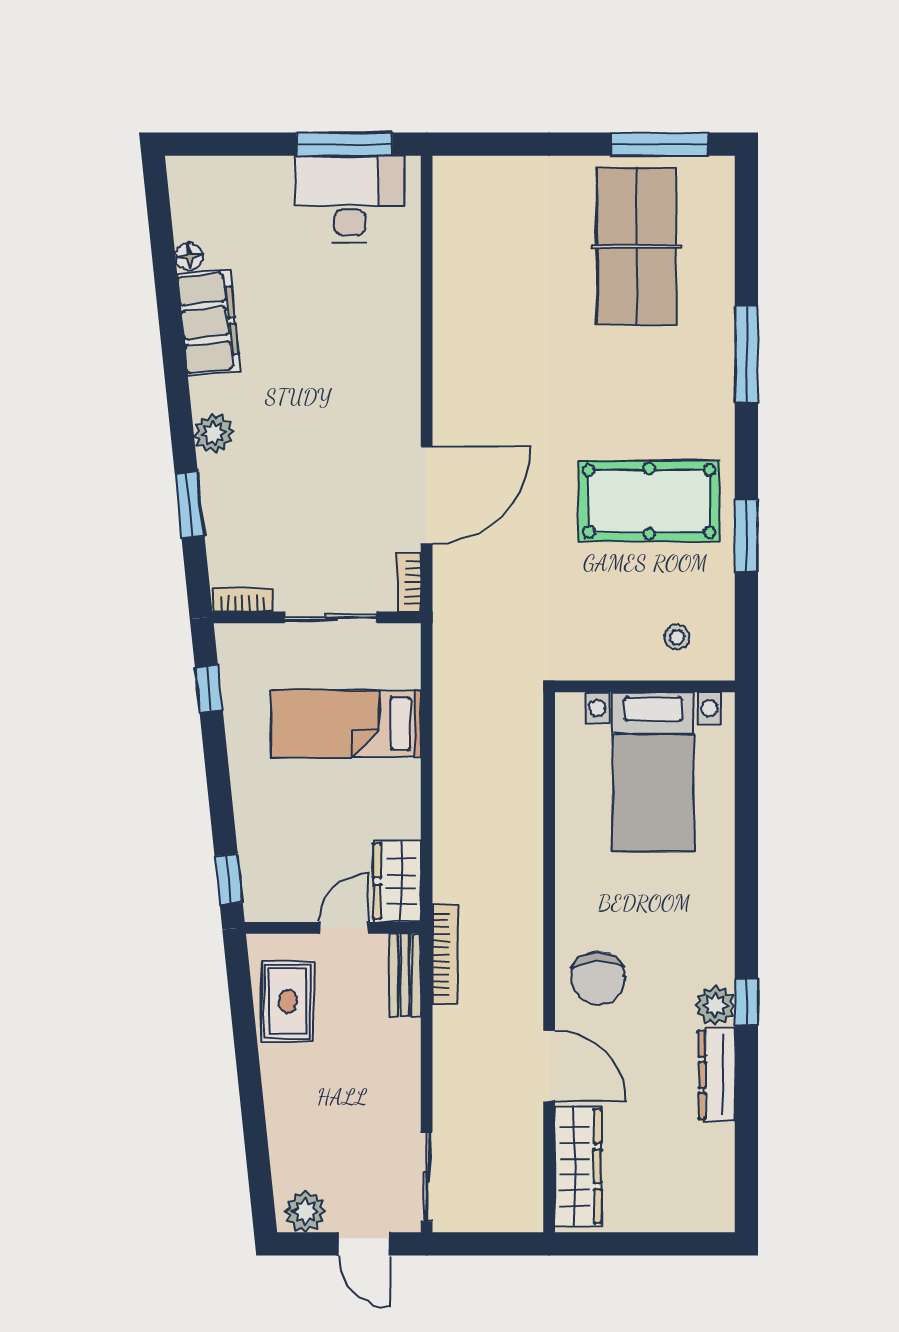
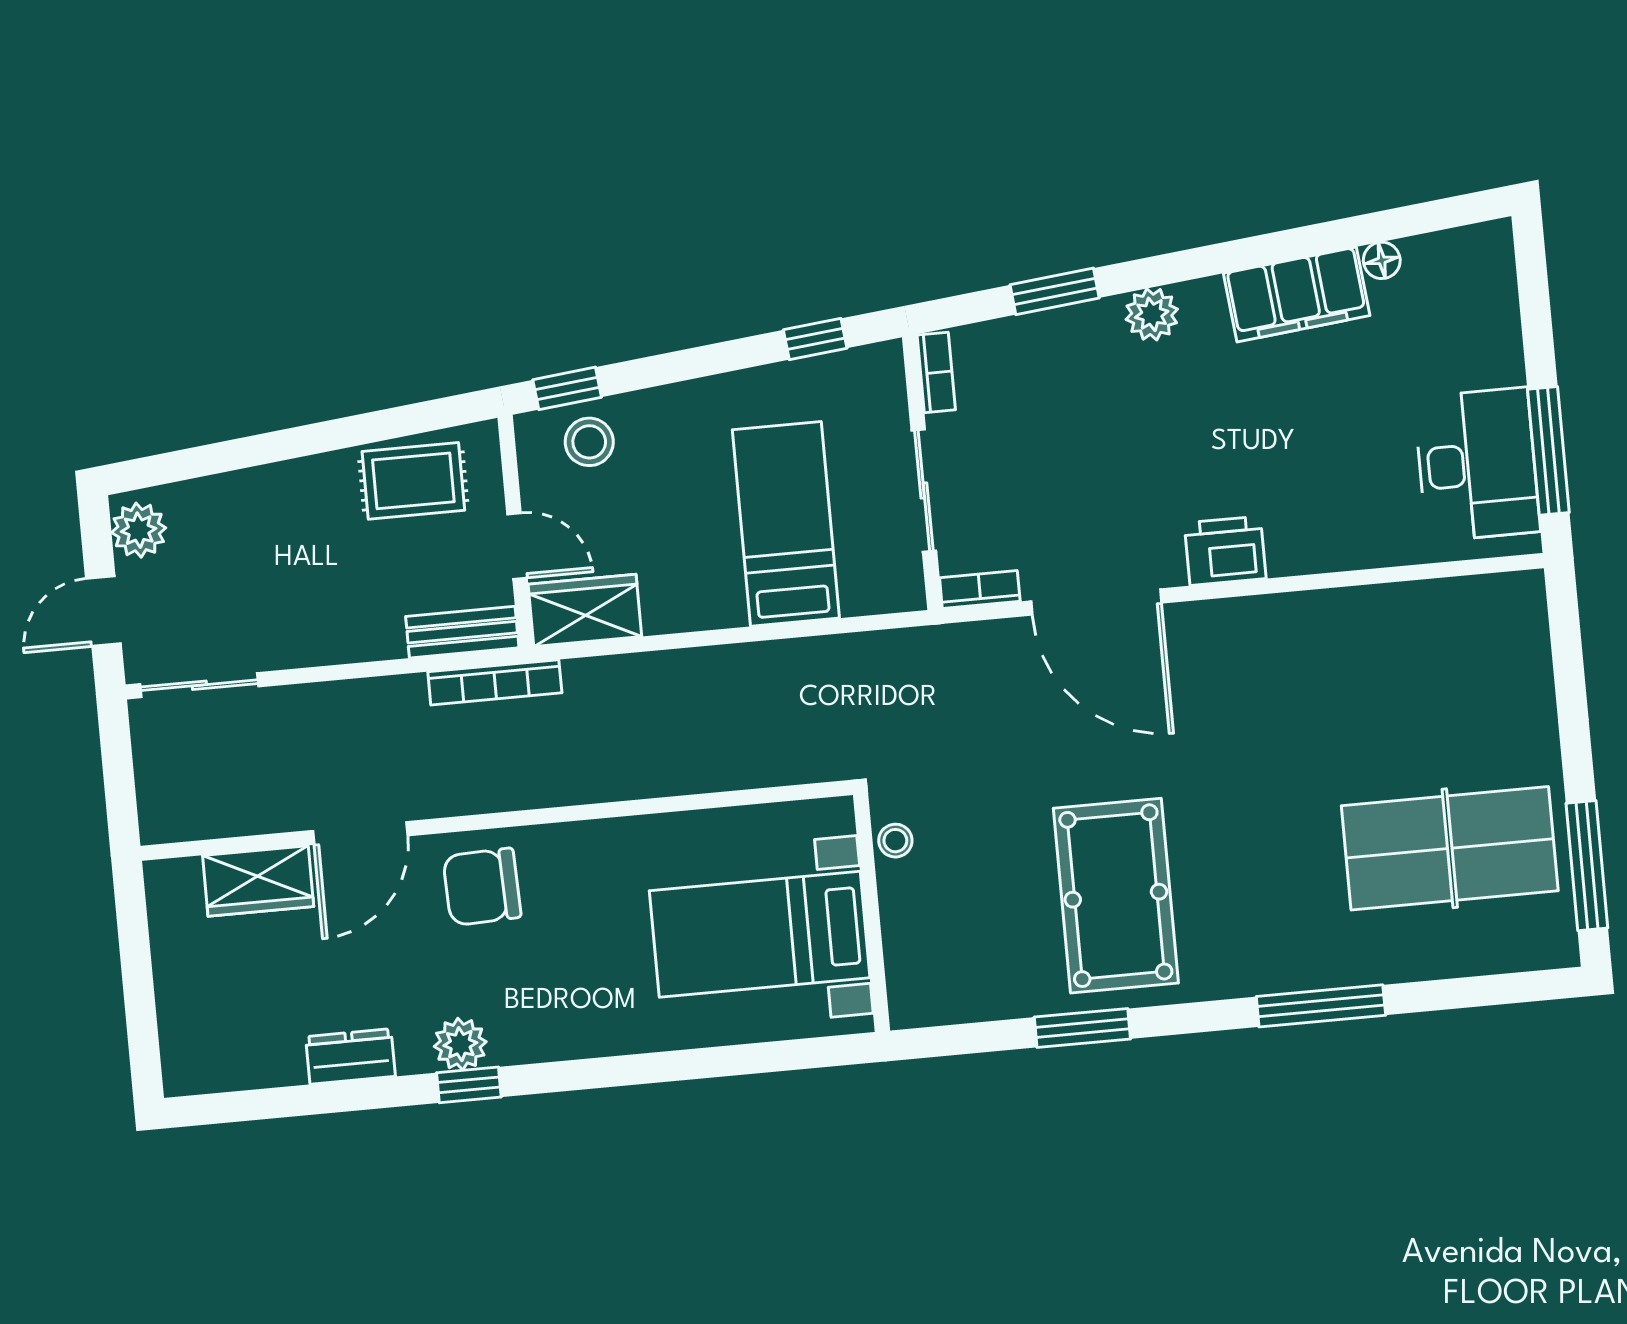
printer: (397, 395) -> (1225, 551), added
stool: (677, 637) -> (895, 841), moved
stool: (270, 866) -> (589, 442), added
dresser: (717, 1075) -> (350, 1056), width x0.70
wardrobe: (578, 1166) -> (258, 881), width x0.67

